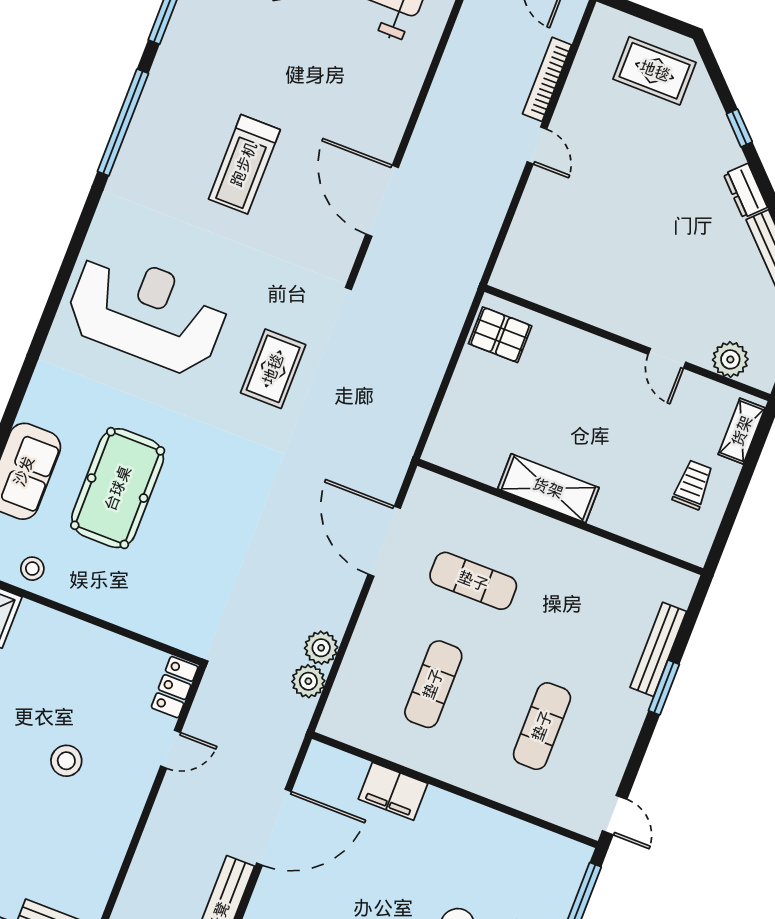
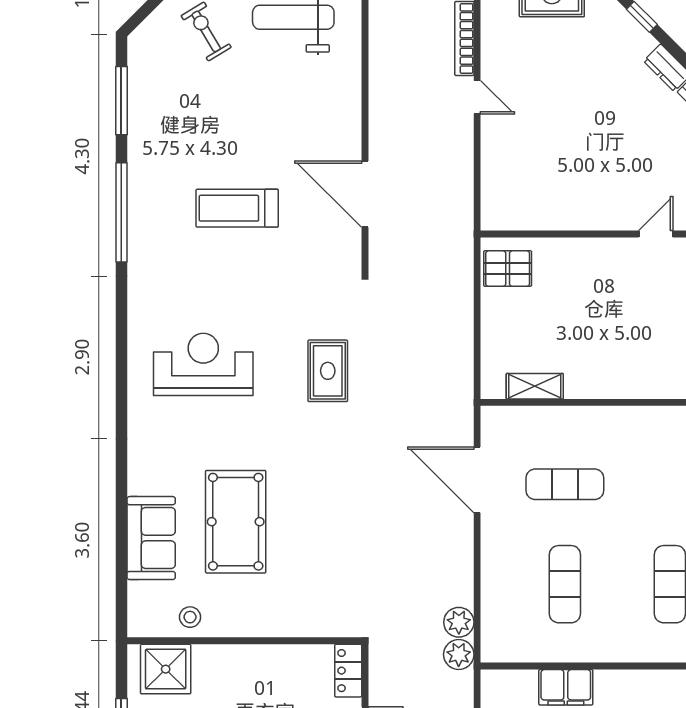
treadmill: (244, 164) -> (237, 208), turned 90
reception desk: (147, 312) -> (203, 364), width x0.74, depth x0.77
door: (667, 358) -> (656, 234), swing flipped
shelving: (548, 488) -> (535, 386), moved, width x0.67, depth x0.75
plant: (321, 648) -> (459, 654), moved

